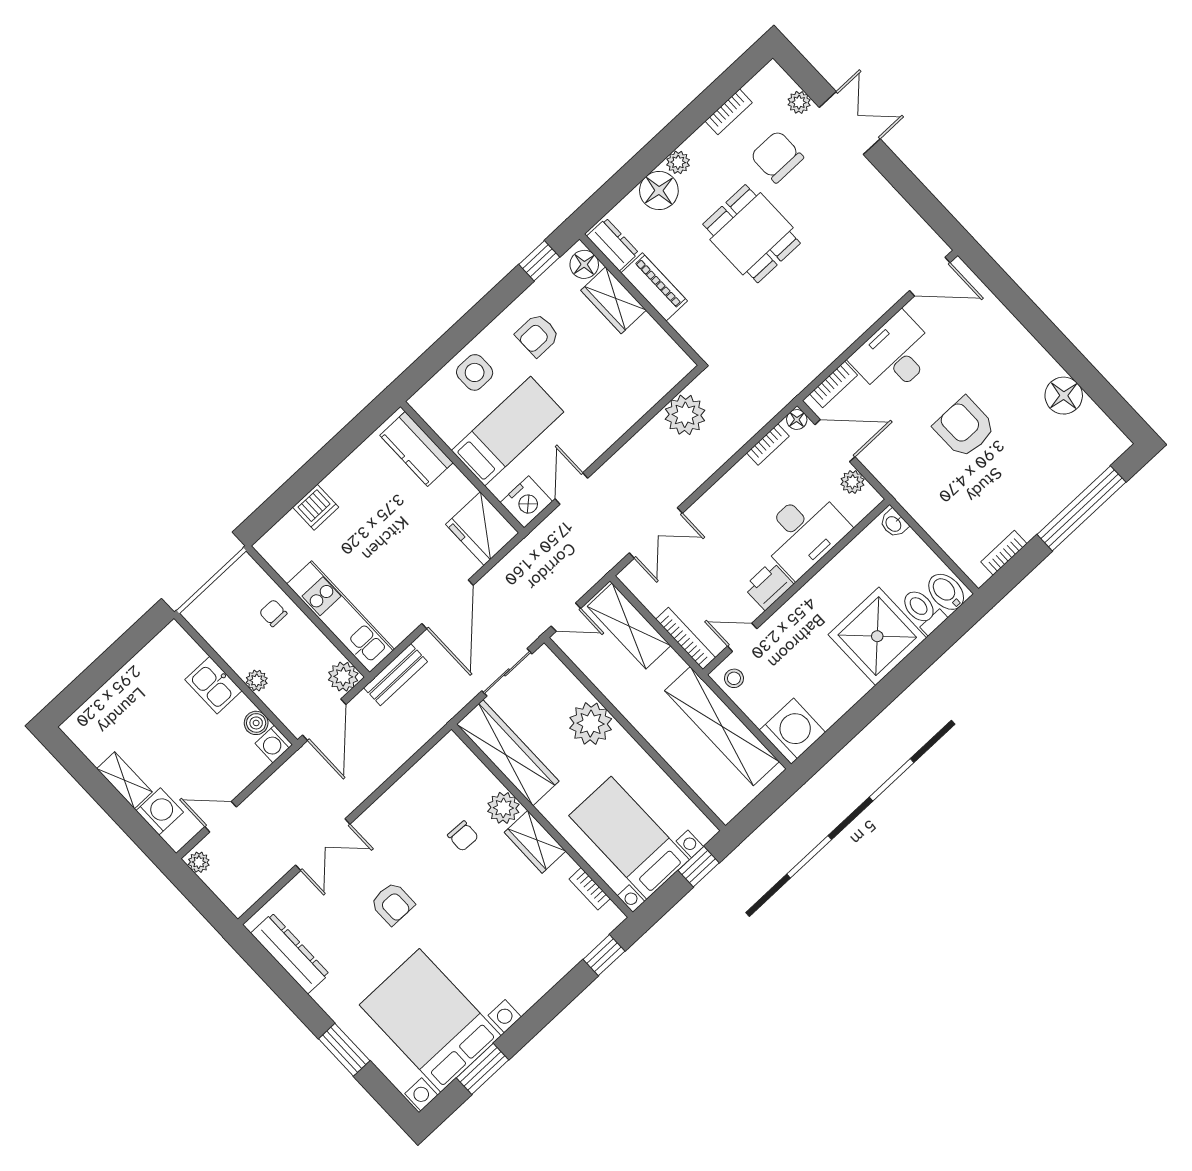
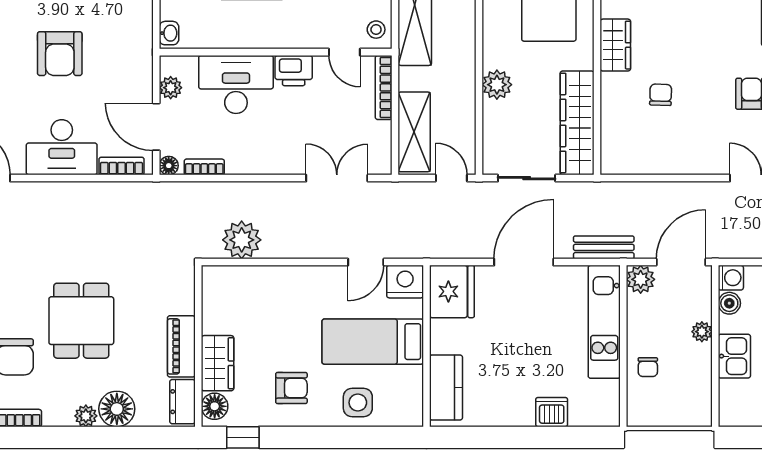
plant: (591, 724) -> (497, 85), width x0.73, depth x0.73
plant: (503, 808) -> (615, 88), removed

